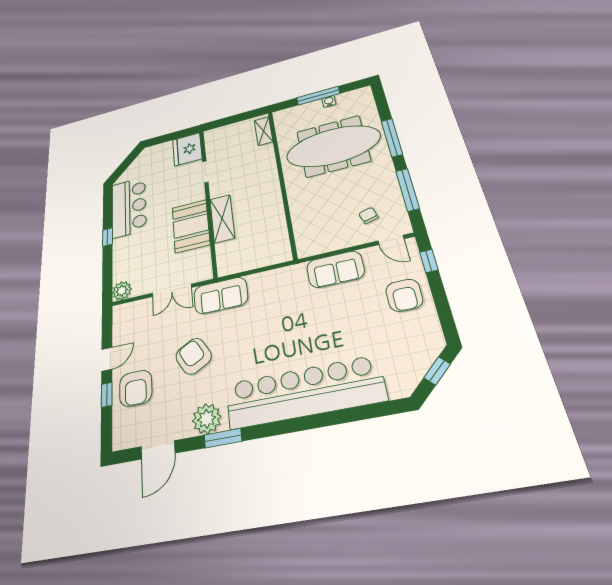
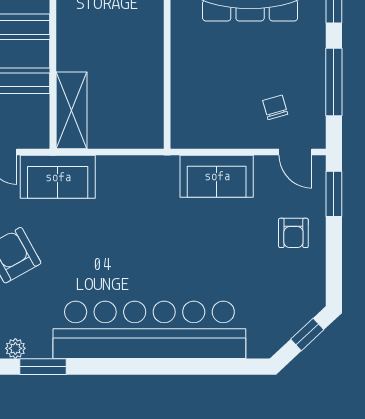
shelving: (222, 219) -> (71, 110), moved
window: (429, 261) -> (334, 194), width x1.50
armchair: (404, 295) -> (293, 233), width x0.72, depth x0.72
plant: (207, 419) -> (15, 348), width x0.53, depth x0.53

